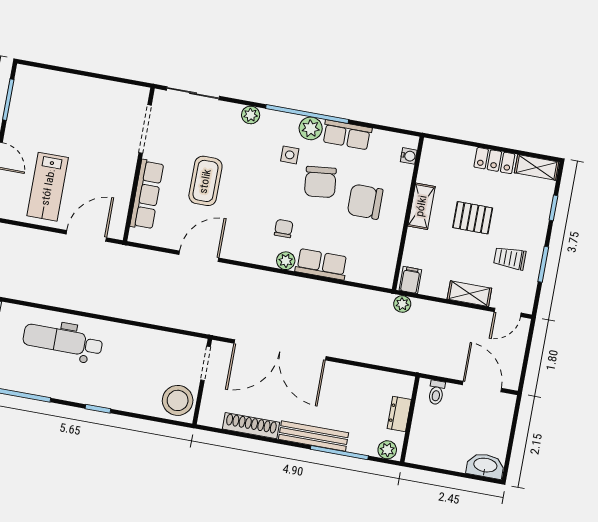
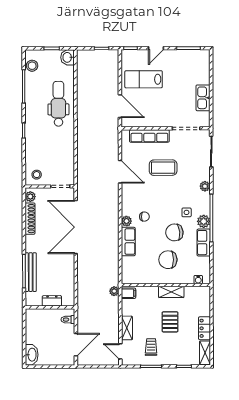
kitchen sink: (98, 90) -> (203, 98), added
chair: (365, 202) -> (168, 260), turned -90
stool: (178, 400) -> (37, 175), width x0.53, depth x0.53
bench: (313, 436) -> (31, 272), moved
plant: (387, 450) -> (30, 197), moved

